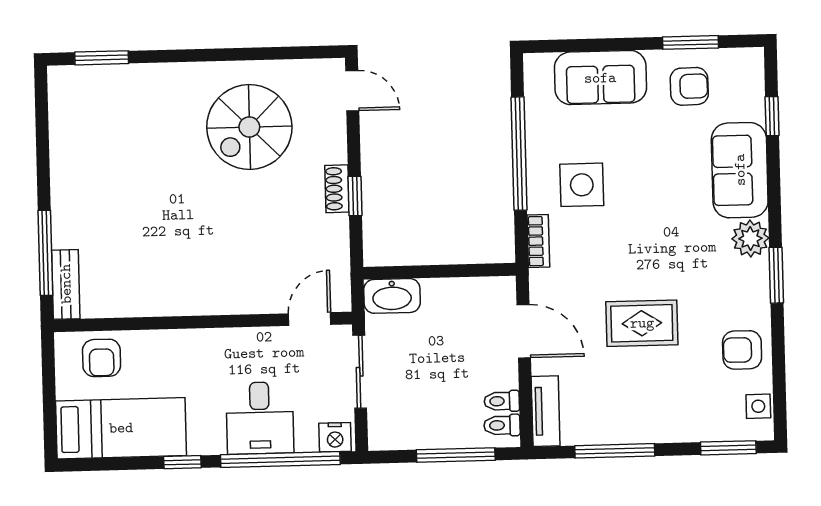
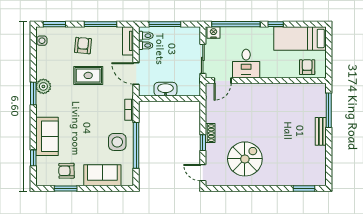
side table: (582, 185) -> (117, 142), moved
window: (355, 196) -> (203, 143), moved
plant: (750, 238) -> (43, 86), moved
bench: (66, 284) -> (321, 131), moved
washbasin: (392, 296) -> (165, 89), moved
armchair: (742, 350) -> (83, 46), moved, turned -85
desk: (260, 418) -> (246, 64), moved, turned 180

